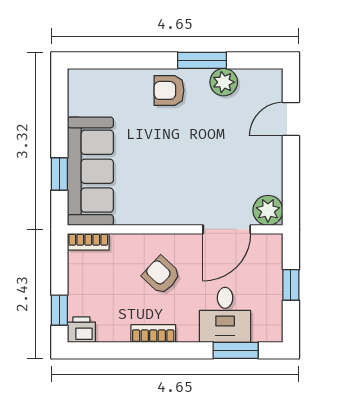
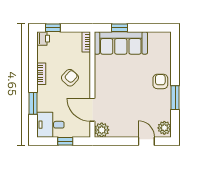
plant: (224, 82) -> (164, 128), moved
desk: (225, 315) -> (50, 125), moved
window: (236, 350) -> (33, 103), moved

